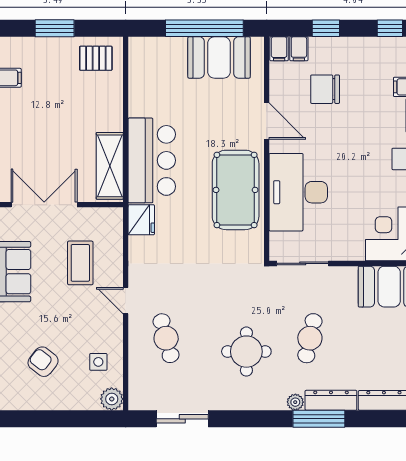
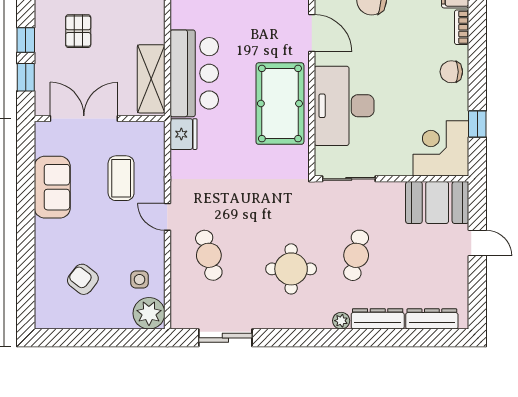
pallet: (38, 119) -> (78, 31), added
plant: (112, 399) -> (149, 313), width x1.36, depth x1.36
window: (319, 419) -> (365, 338), removed

